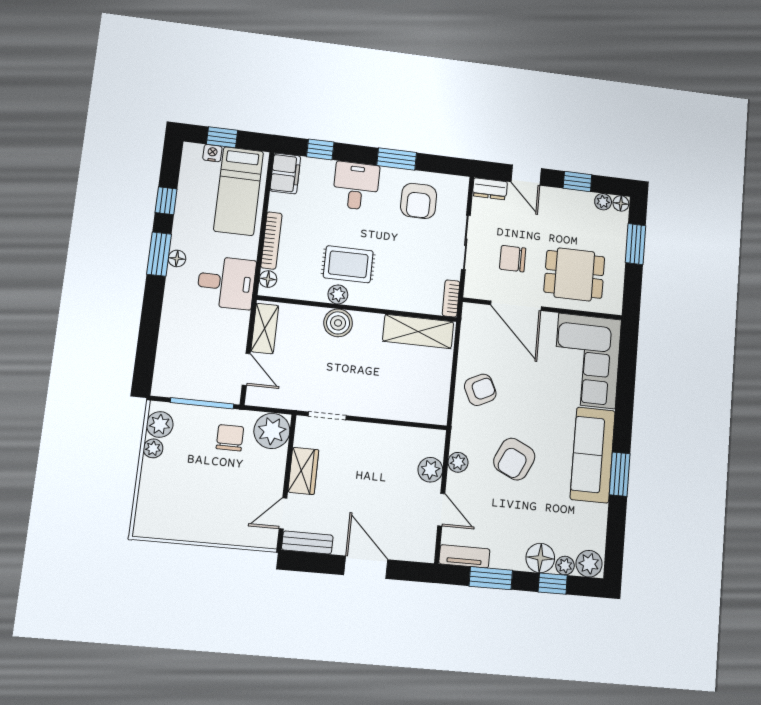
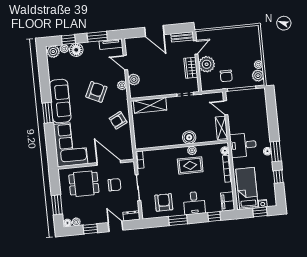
shelving: (418, 331) -> (150, 105), moved
plant: (272, 431) -> (207, 64), moved
window: (620, 474) -> (48, 113), moved

